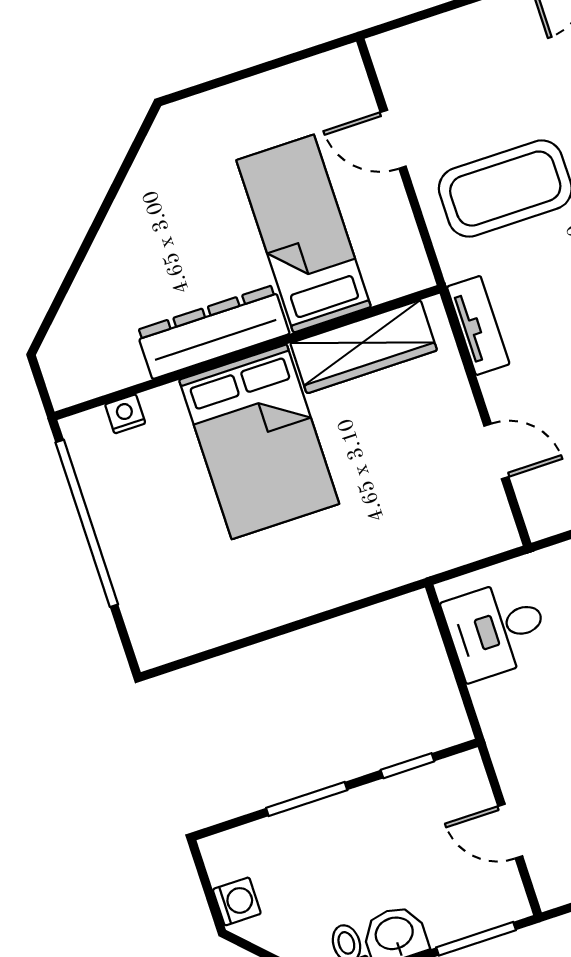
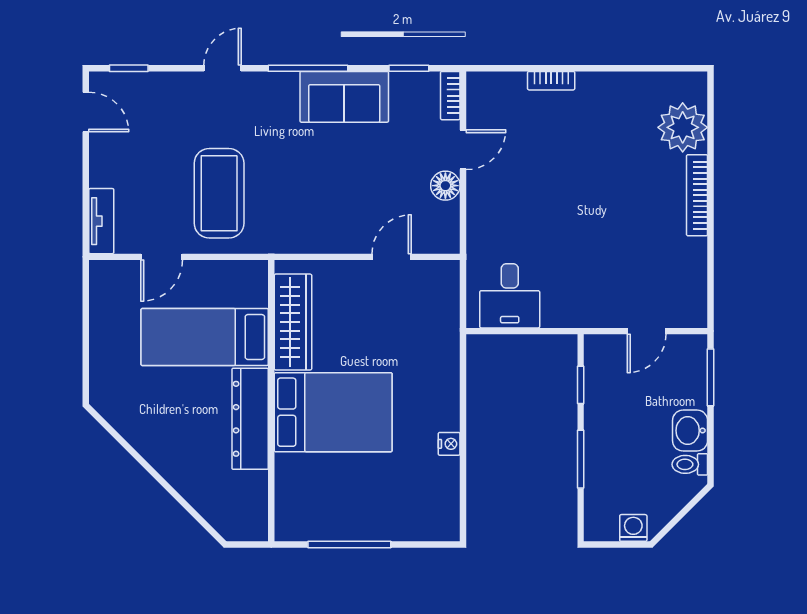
tv unit: (478, 325) -> (101, 221), moved, turned 90
nightstand: (125, 414) -> (449, 444), moved, turned 180
window: (87, 523) -> (349, 545), width x0.68

